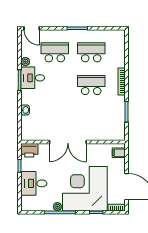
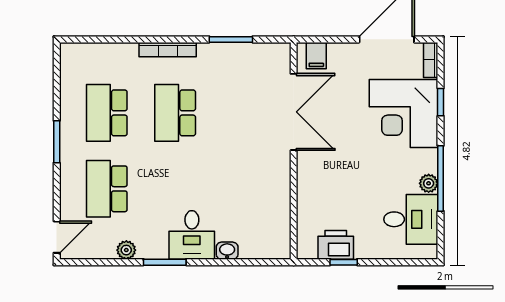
desk: (33, 78) -> (192, 235), moved
double door: (68, 142) -> (294, 112), moved
printer: (29, 150) -> (336, 245), moved, turned -90
desk: (34, 183) -> (411, 219), moved, turned -90
corner desk: (85, 189) -> (404, 114), width x0.74, depth x0.74

